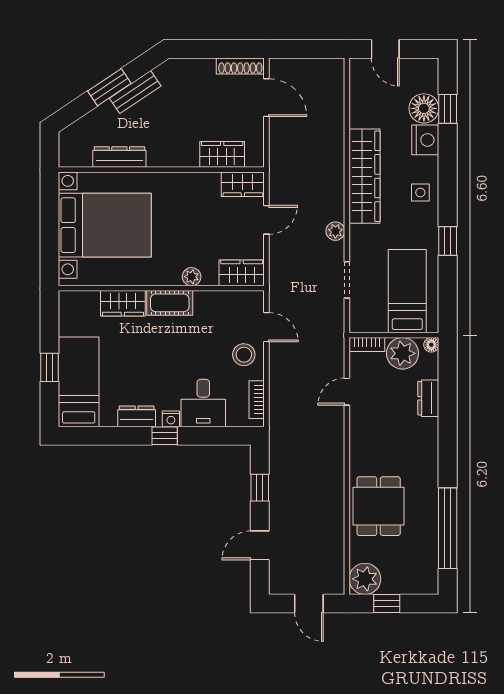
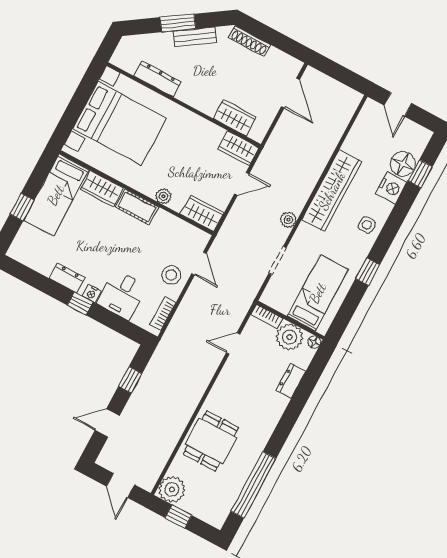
shoe rack: (240, 66) -> (250, 41), moved
bed: (79, 382) -> (56, 195), moved, turned 180

